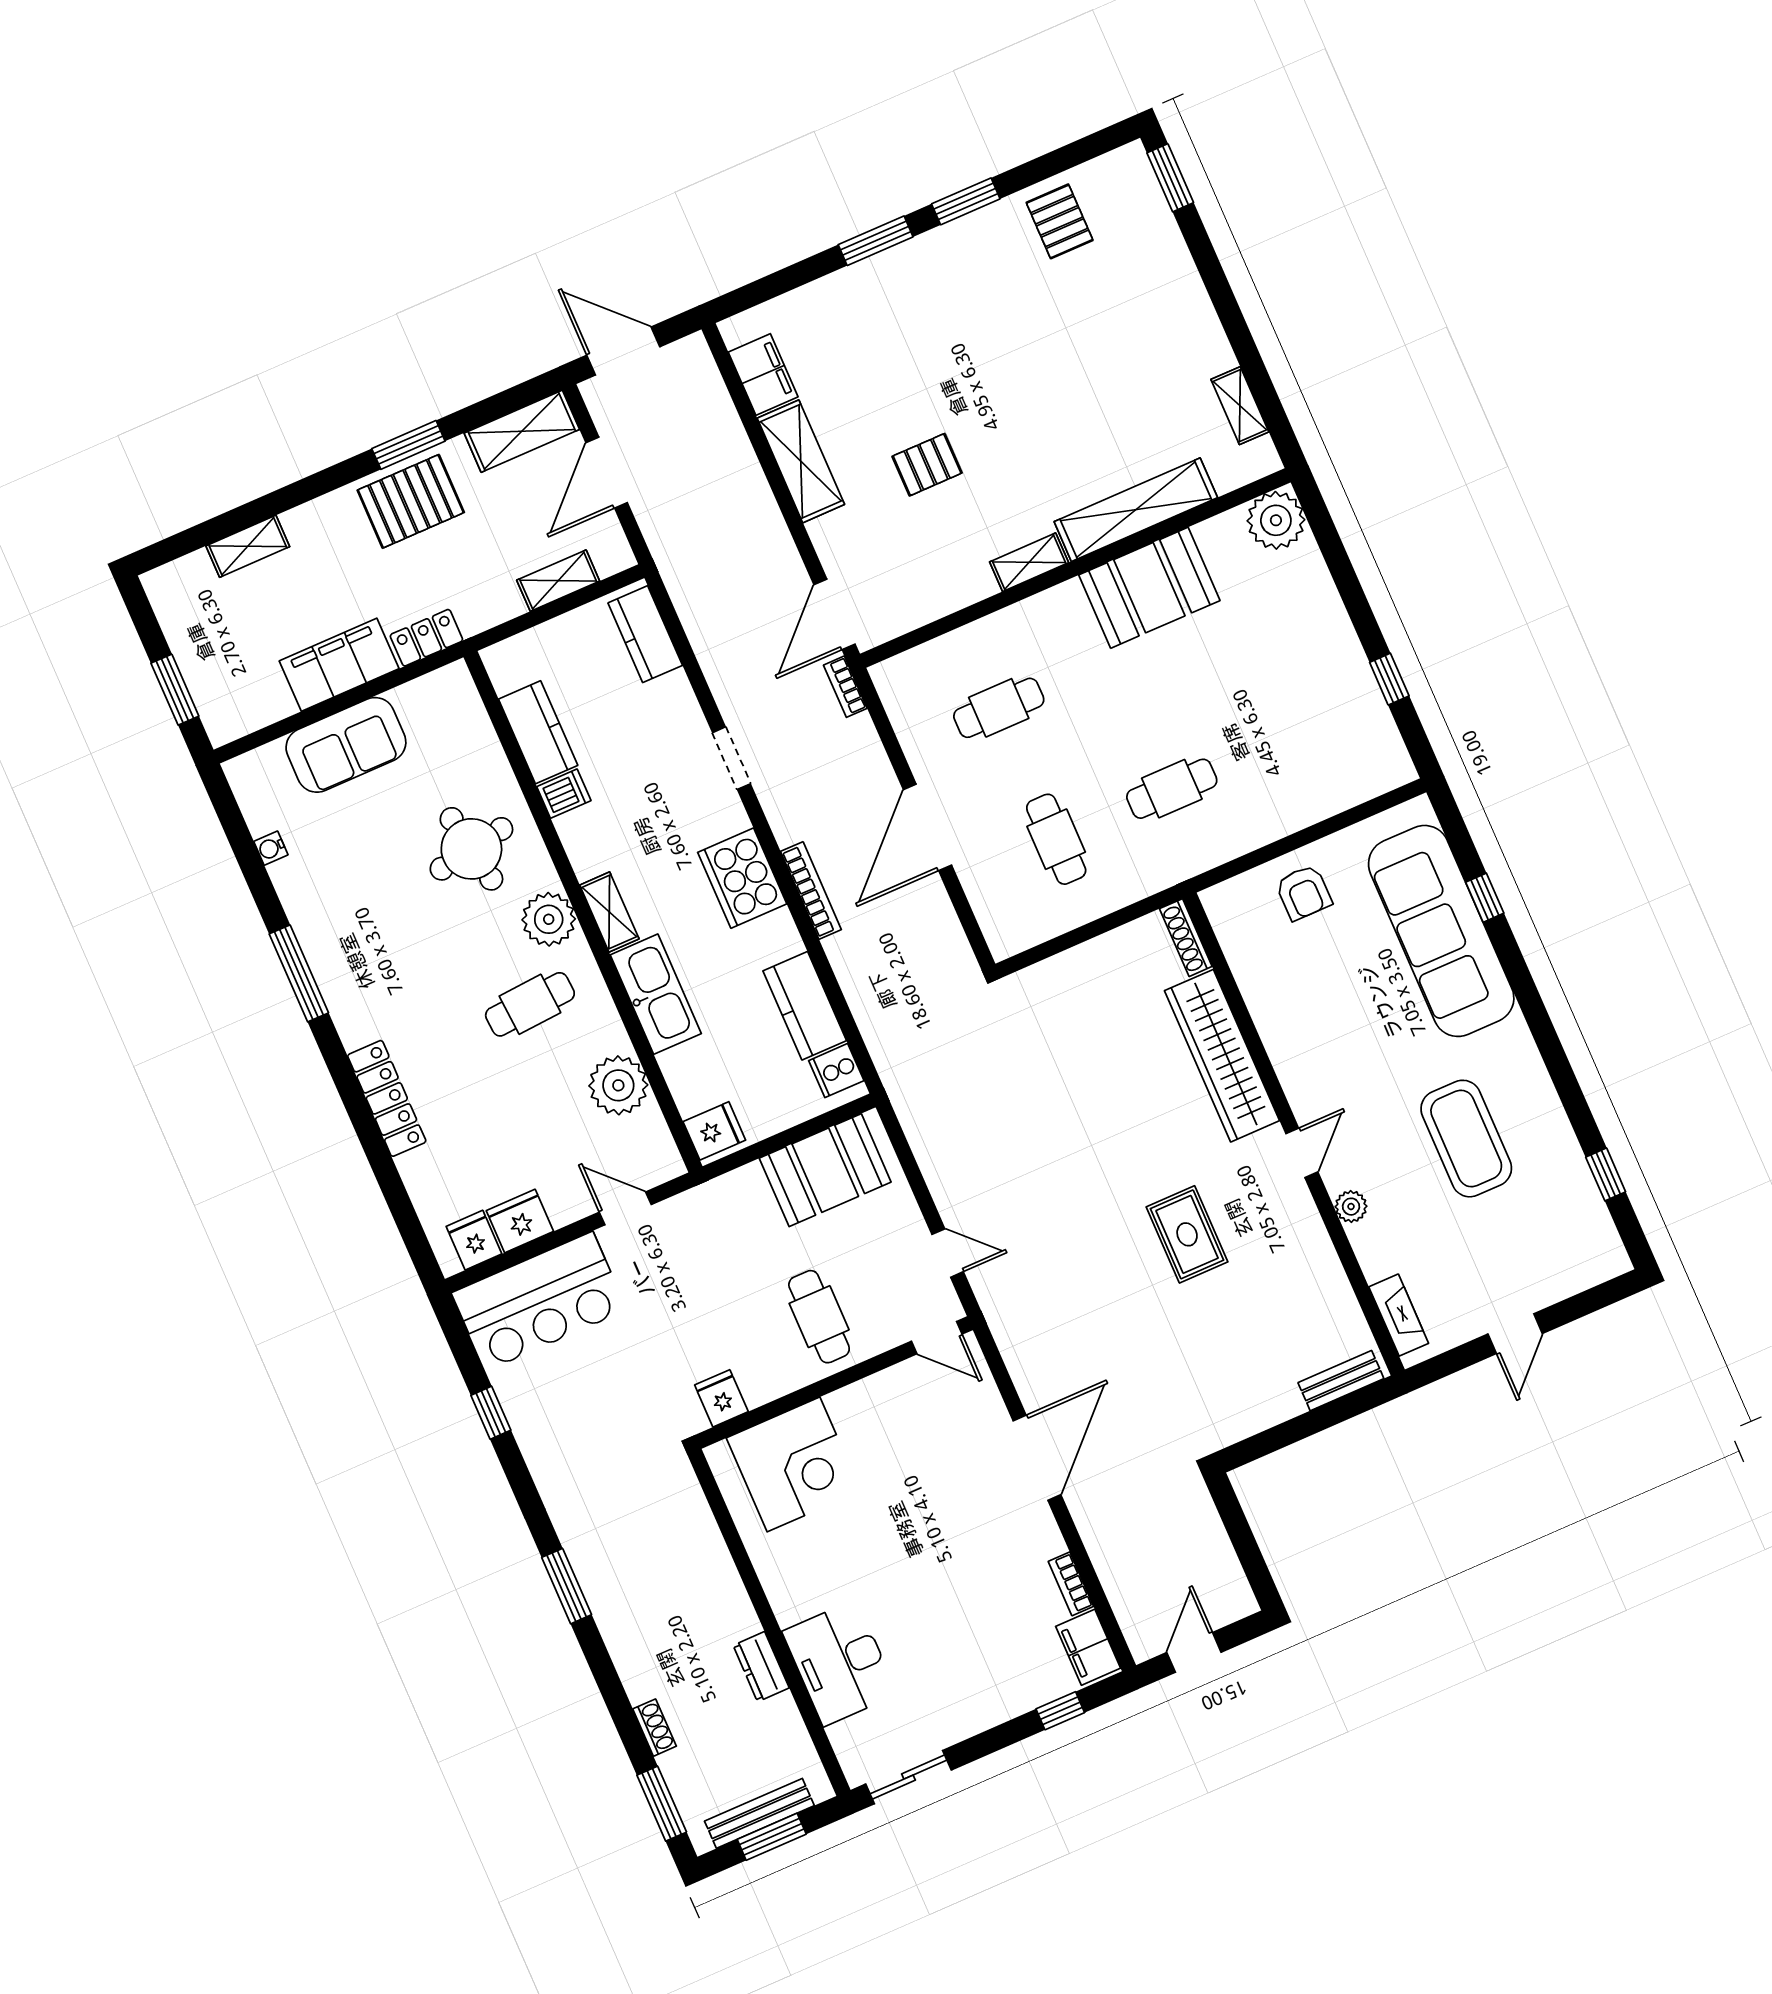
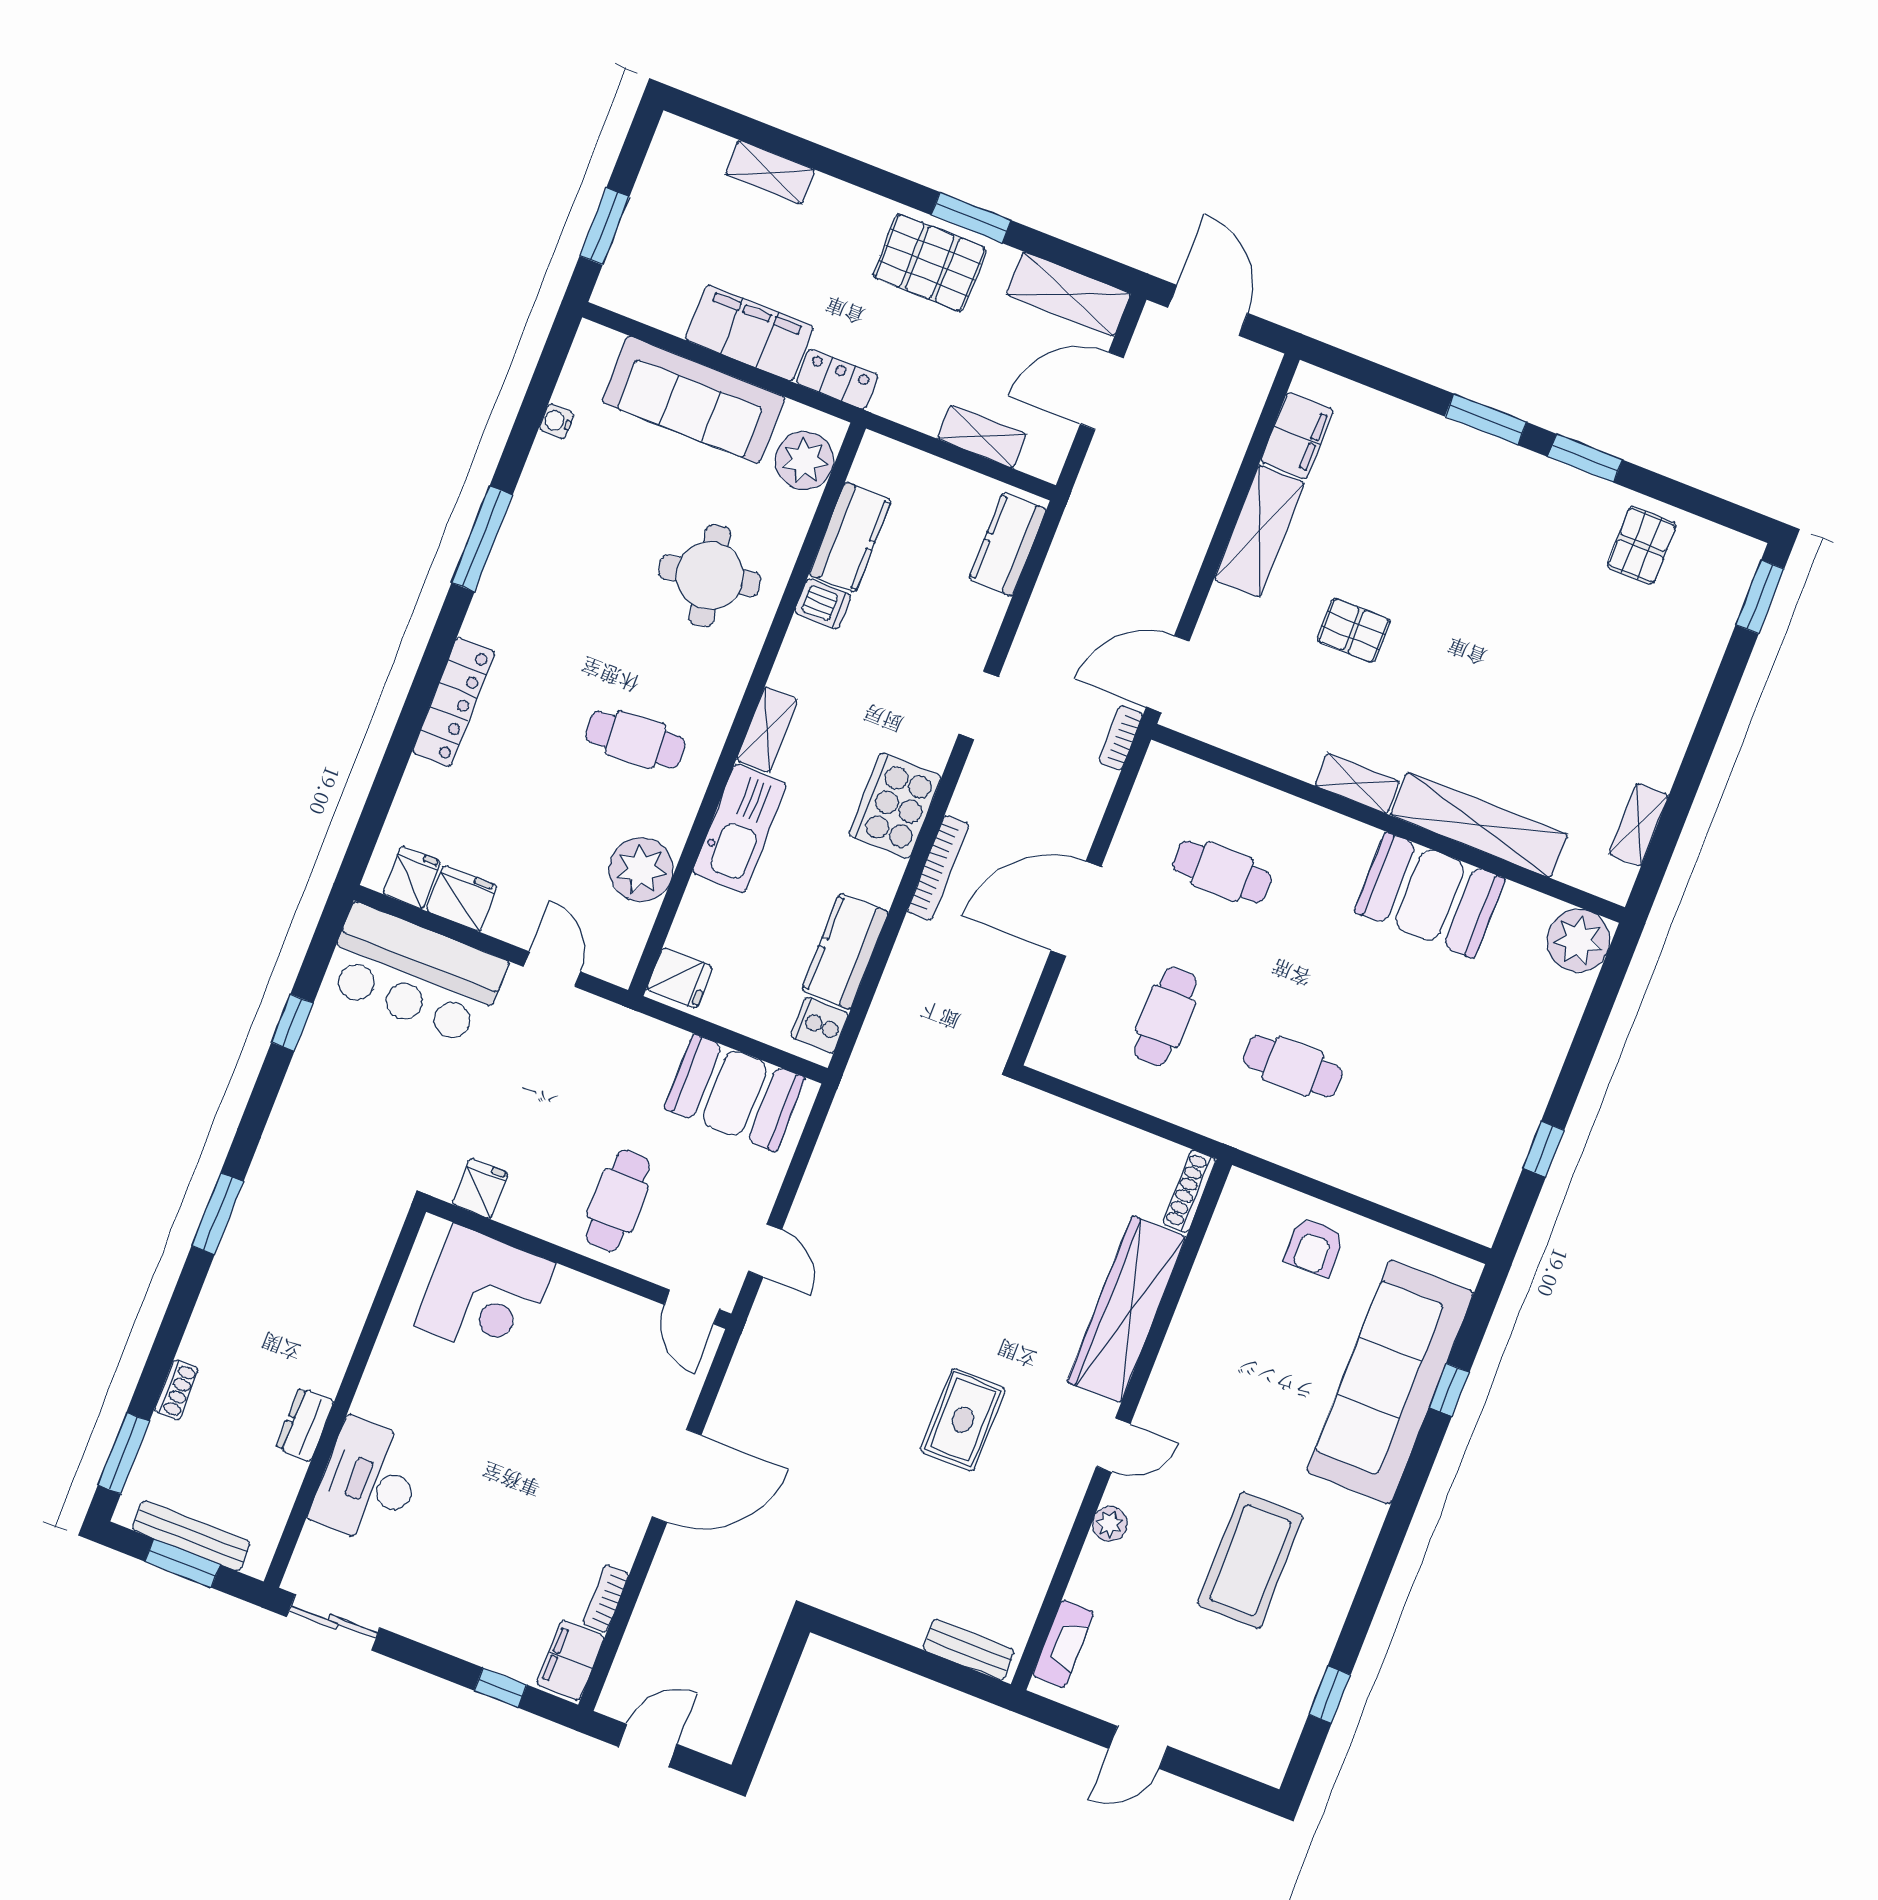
sofa: (346, 745) -> (693, 400), width x1.36
plant: (549, 919) -> (804, 461), moved

